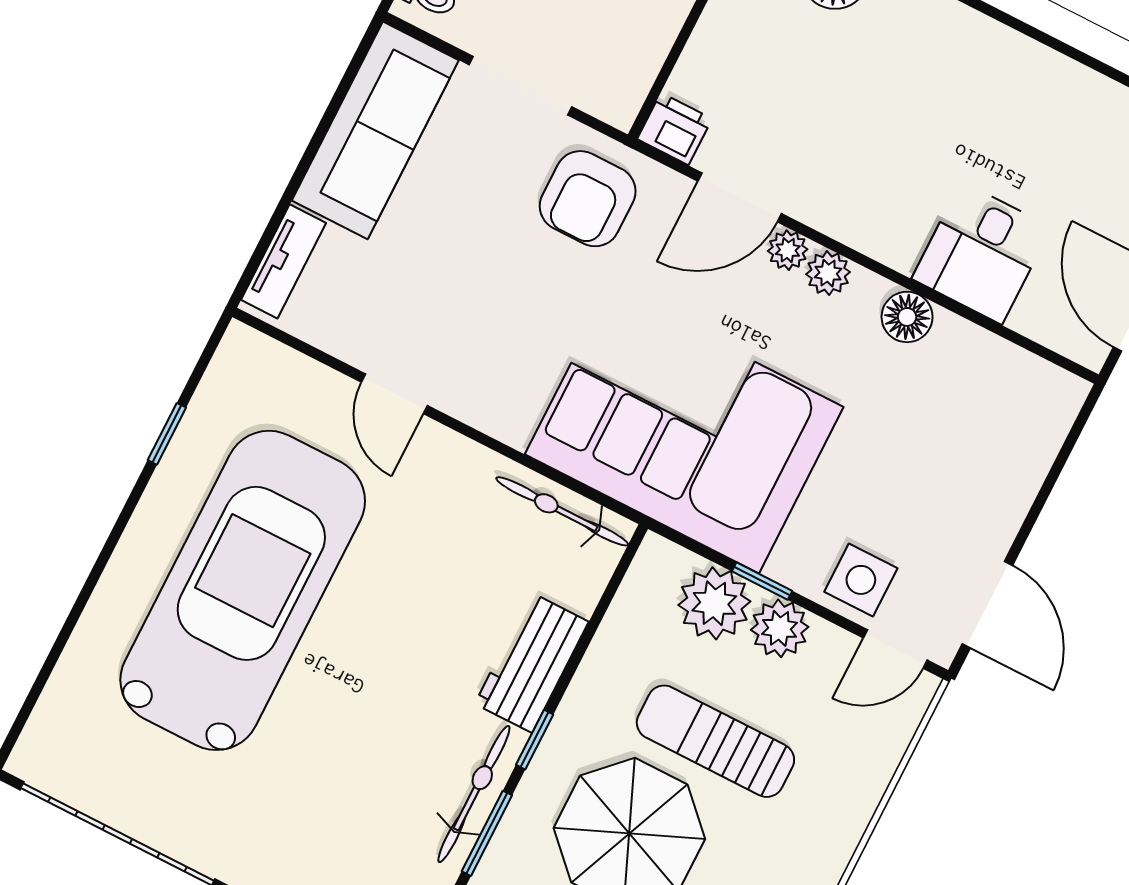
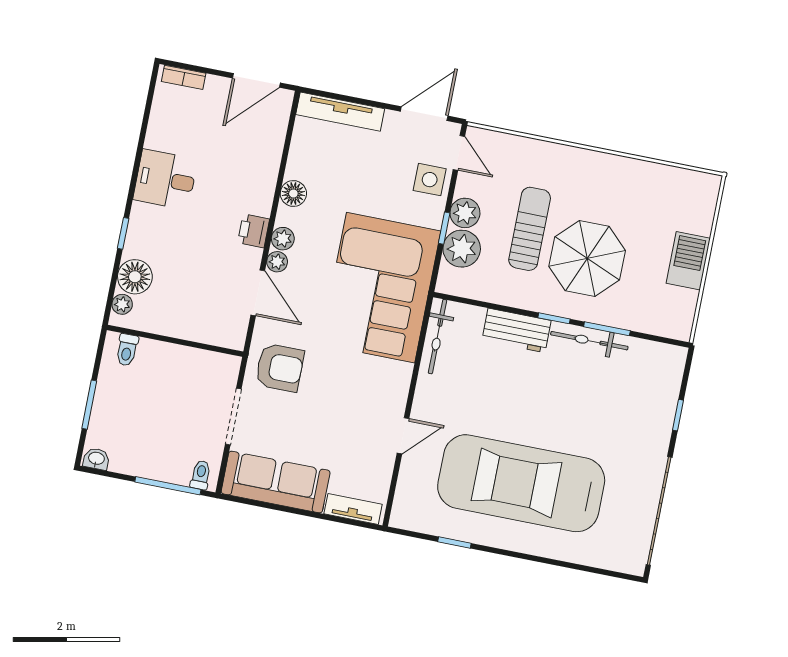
printer: (675, 129) -> (254, 231), moved
desk: (981, 253) -> (165, 179), moved, turned 180
tv unit: (1036, 448) -> (340, 112), added
sun lounger: (715, 741) -> (530, 229), turned 180

